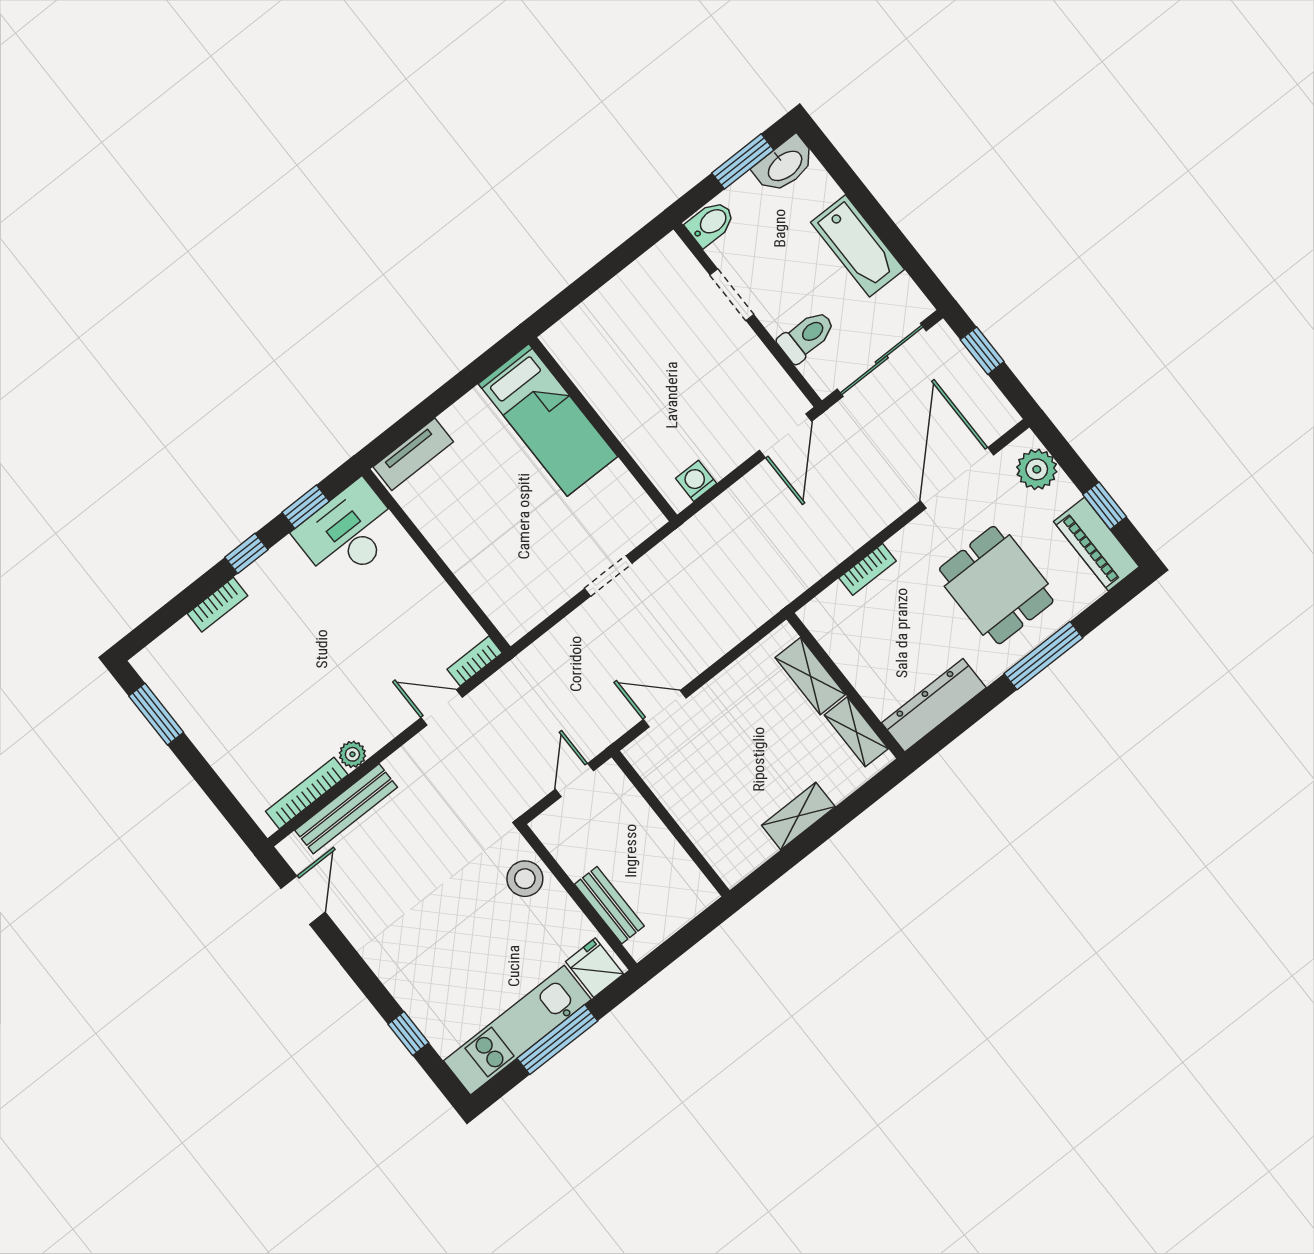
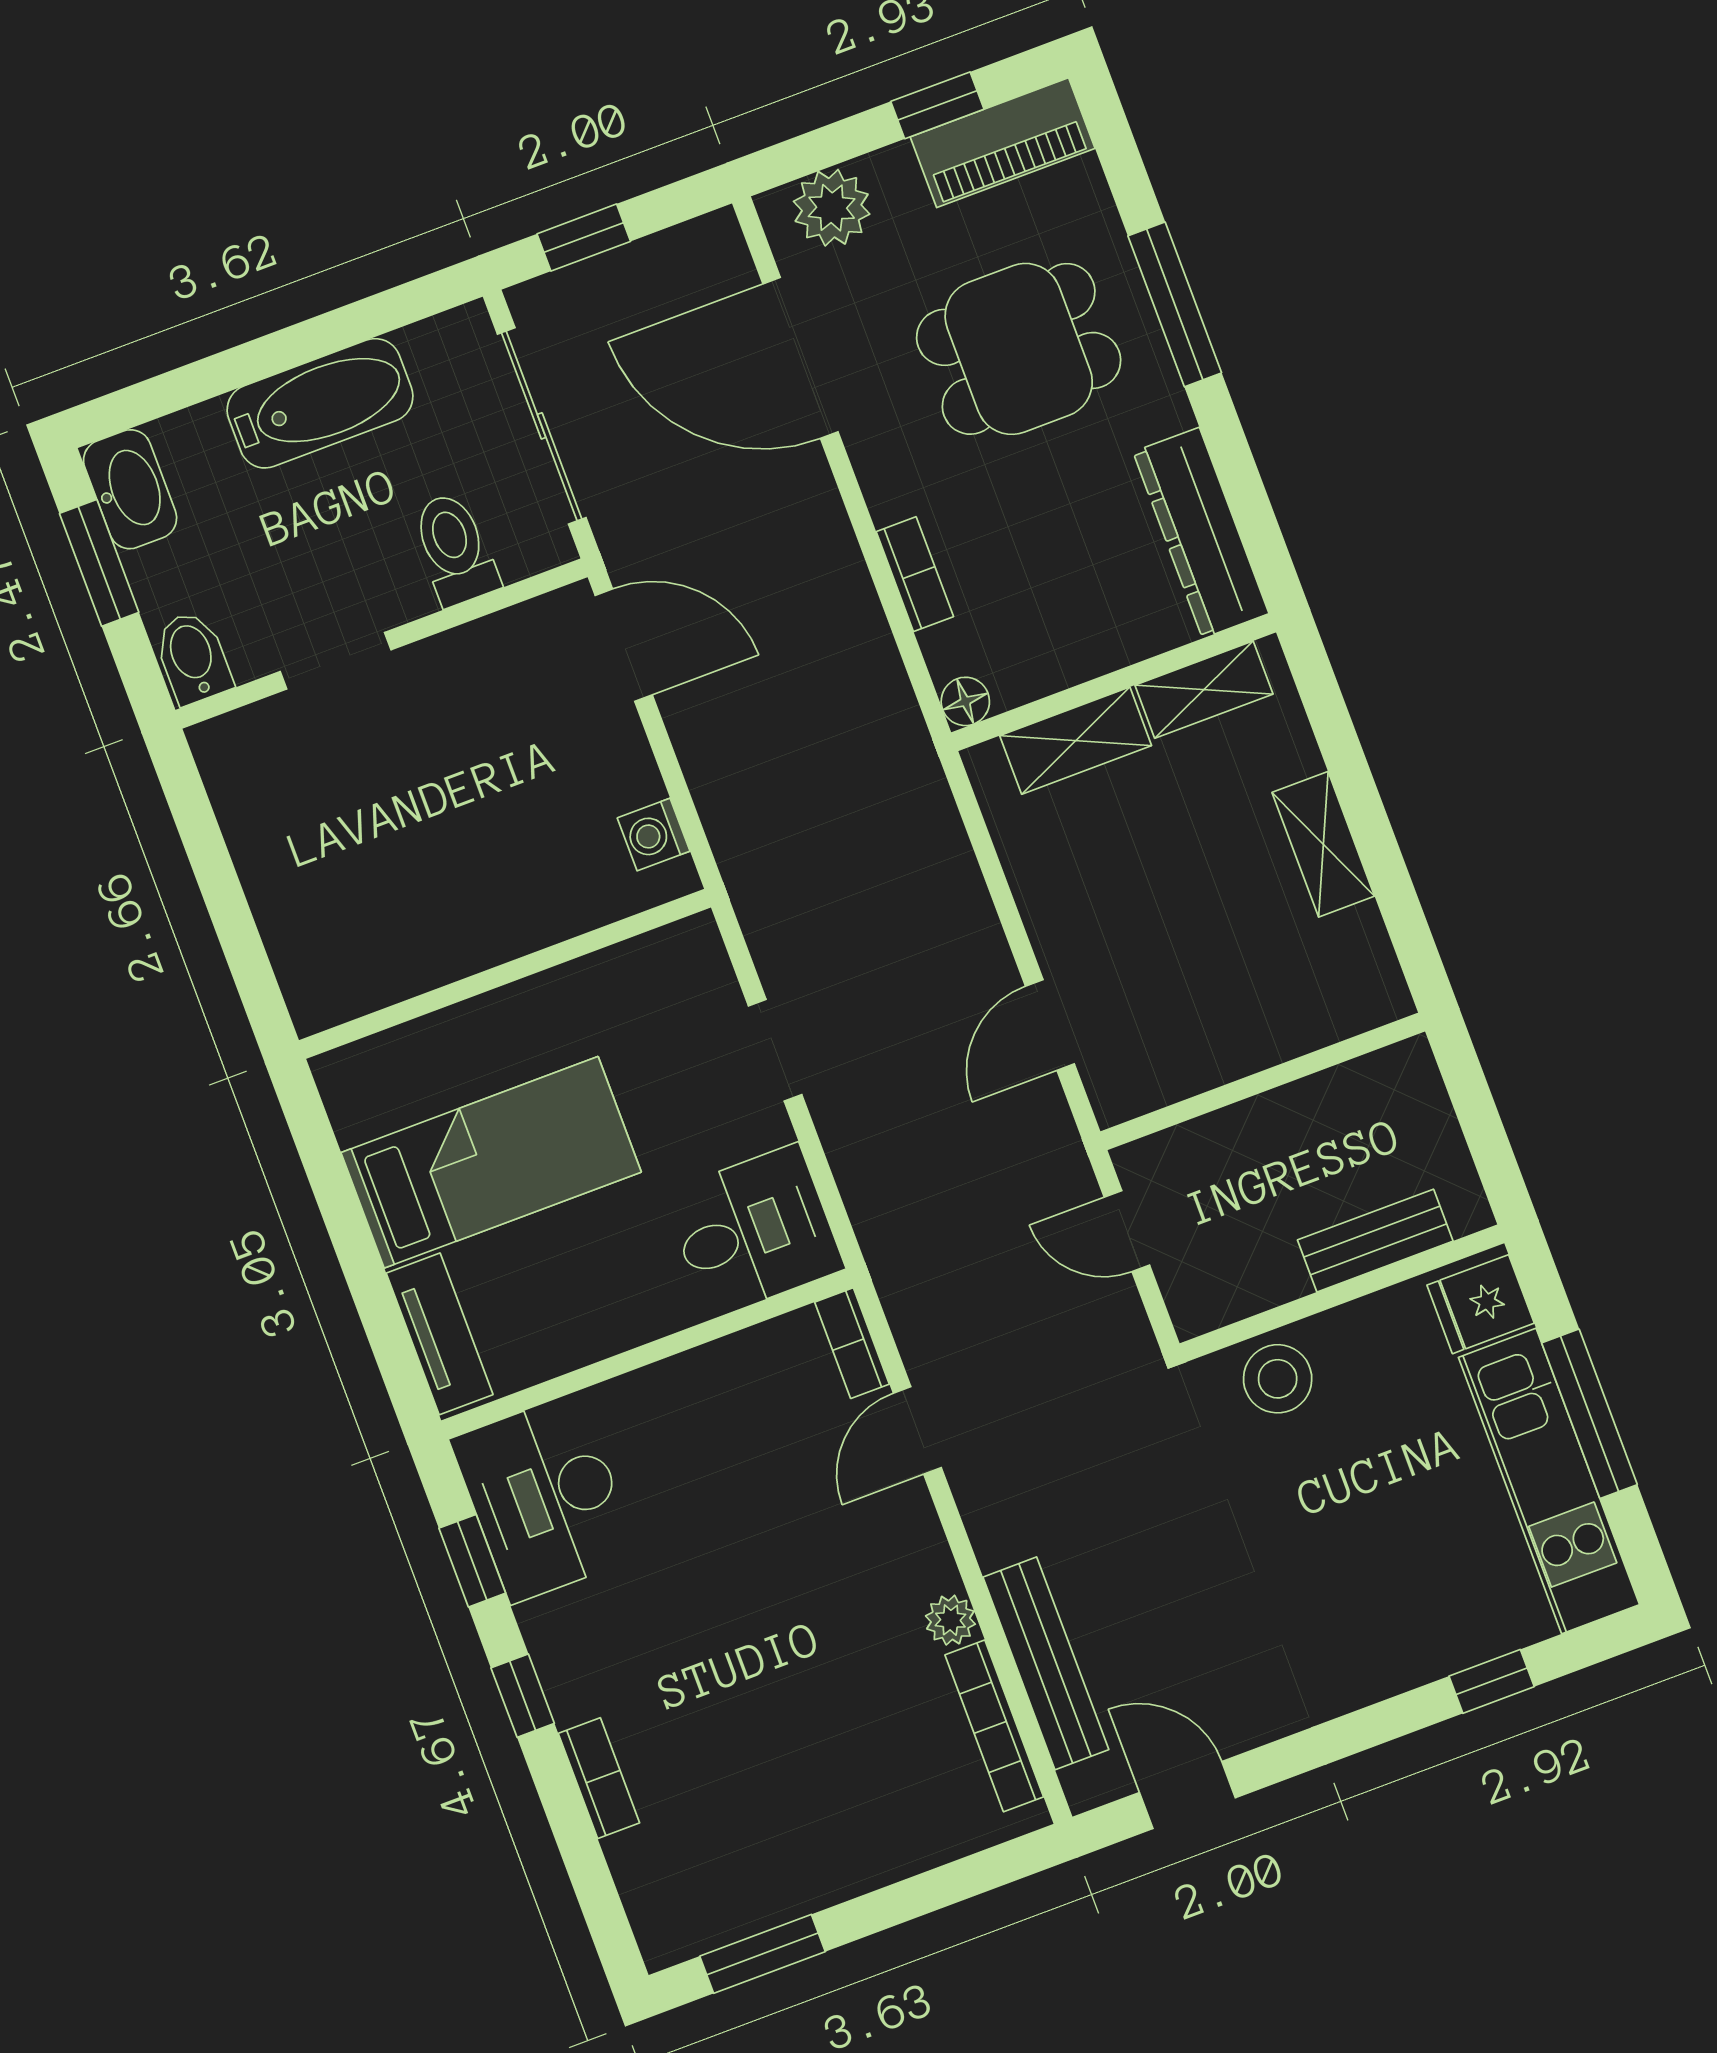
bed: (548, 420) -> (491, 1162), moved
desk: (515, 594) -> (754, 1231), added
floor lamp: (812, 615) -> (965, 701), added

